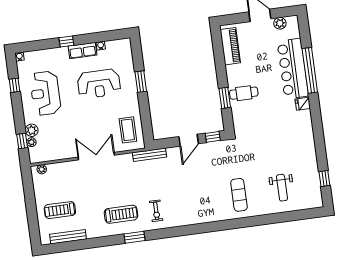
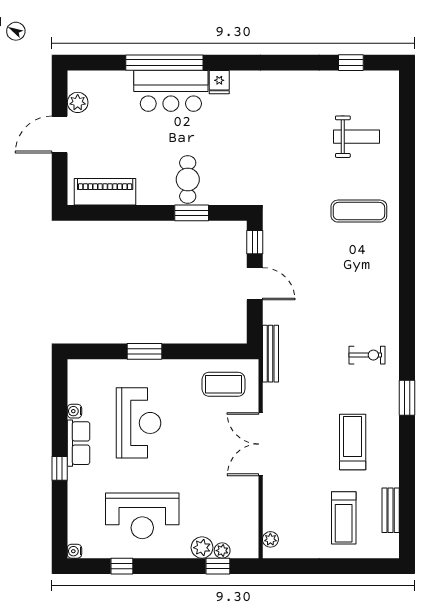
bar counter: (293, 69) -> (171, 91), width x0.73
treadmill: (121, 214) -> (353, 442), moved
bench: (68, 237) -> (391, 510), width x0.73

